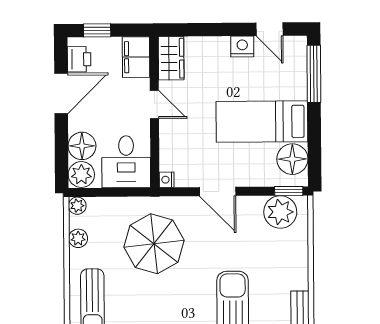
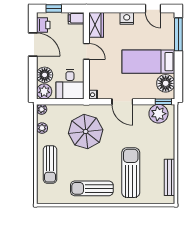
nightstand: (242, 47) -> (127, 18), moved
filing cabinet: (136, 57) -> (76, 18), width x0.50
door: (61, 93) -> (33, 45), hinge flipped

